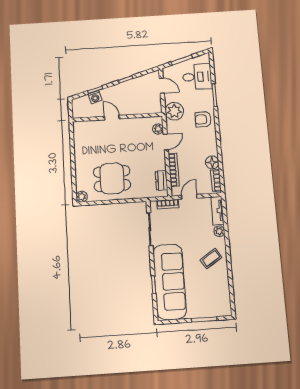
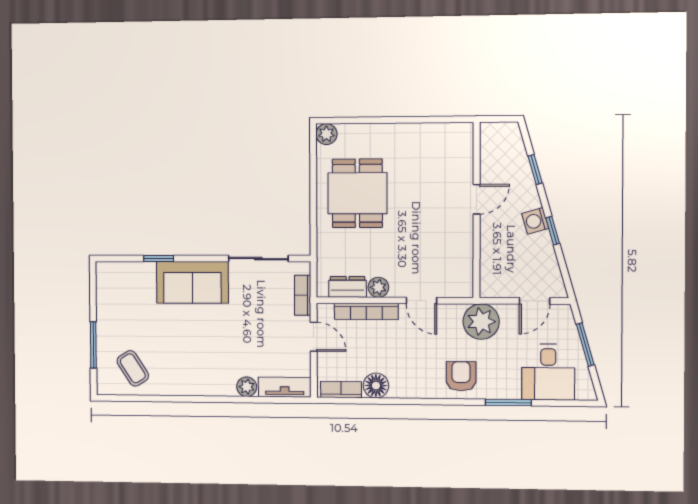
washing machine: (95, 97) -> (535, 221), moved
plant: (158, 129) -> (378, 287), moved
coffee table: (211, 258) -> (133, 368), moved
sofa: (170, 282) -> (192, 282), width x0.54, depth x0.79

